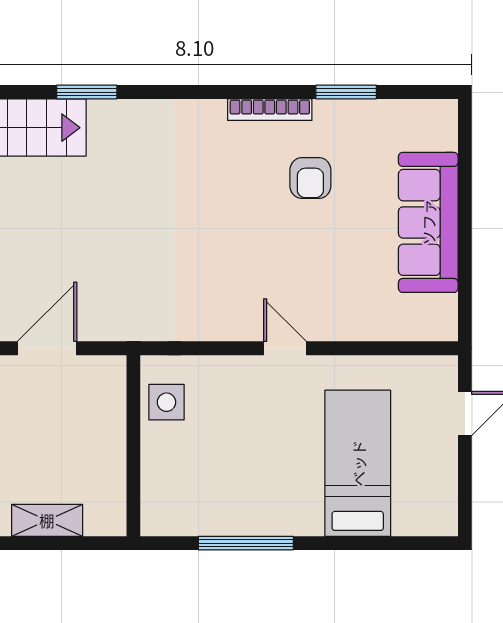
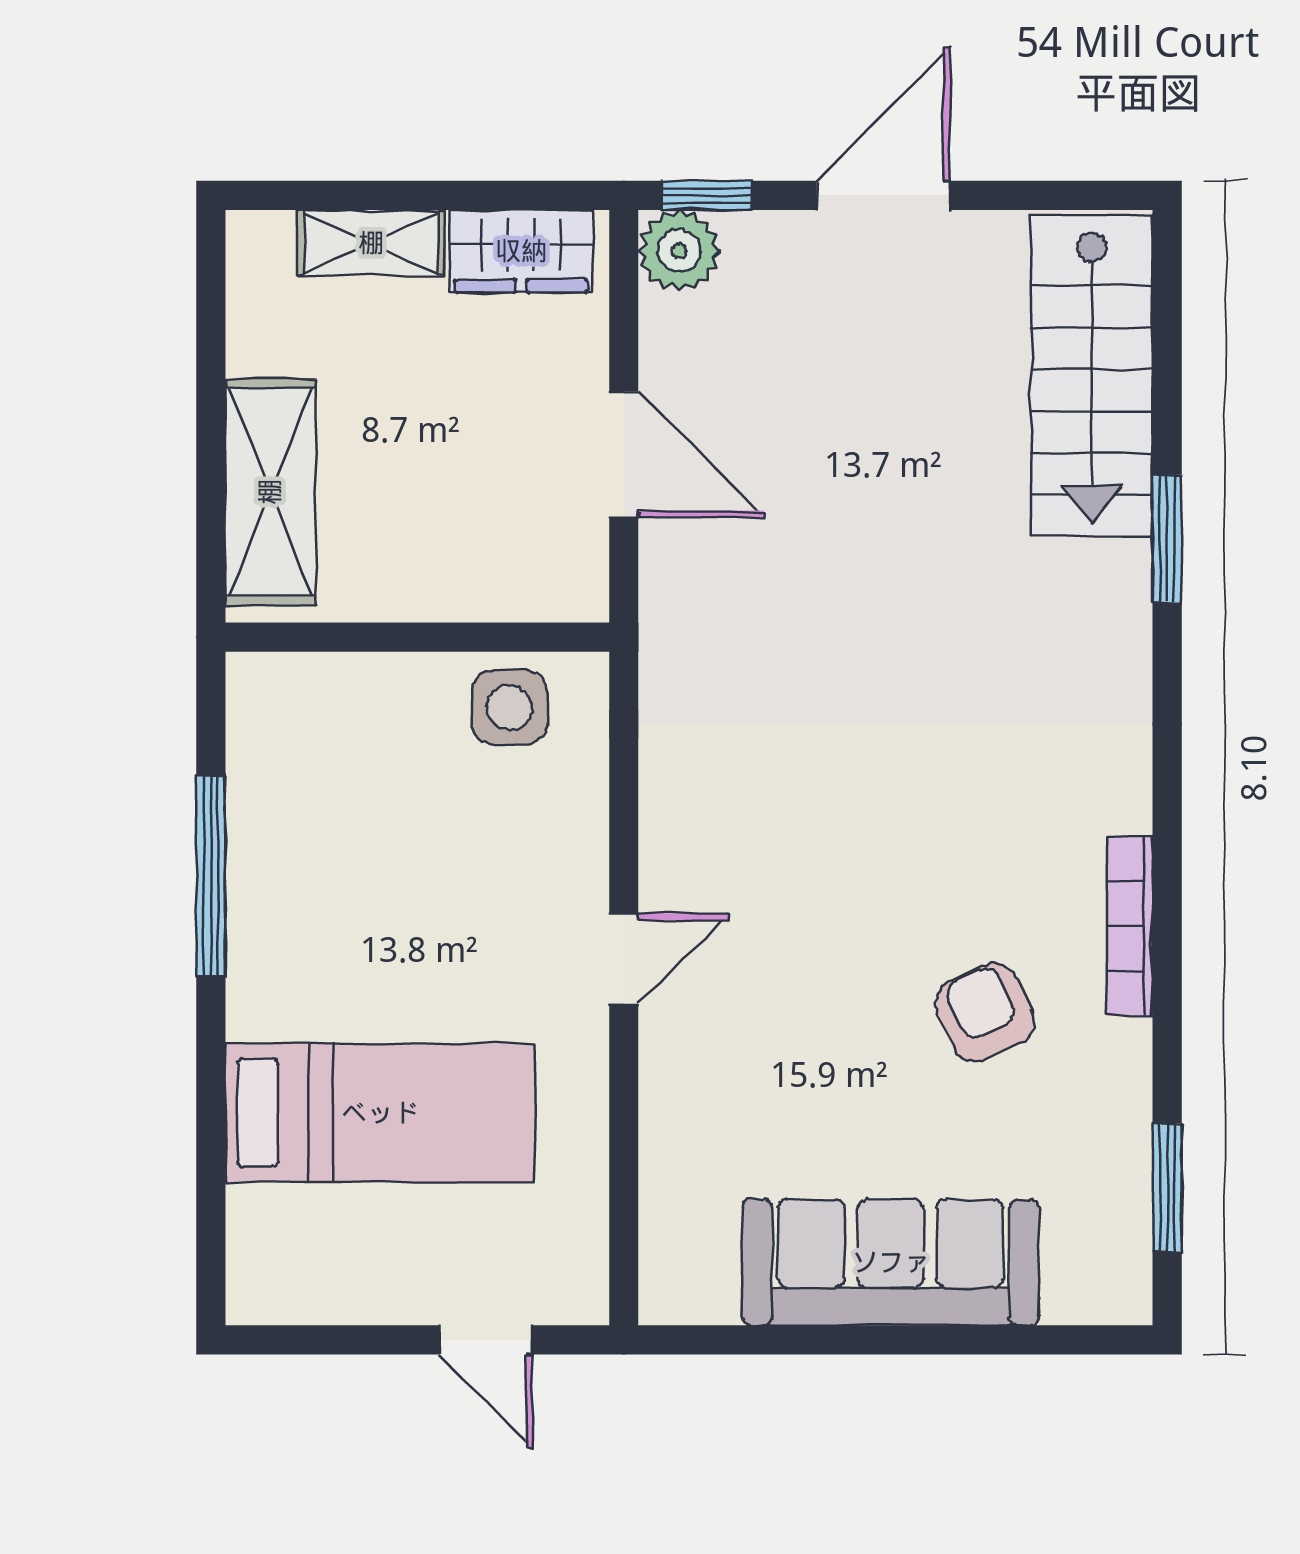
window: (346, 92) -> (1167, 1188), moved
armchair: (310, 178) -> (985, 1012), turned 66
shelving: (47, 520) -> (270, 492), width x1.50, depth x1.33

